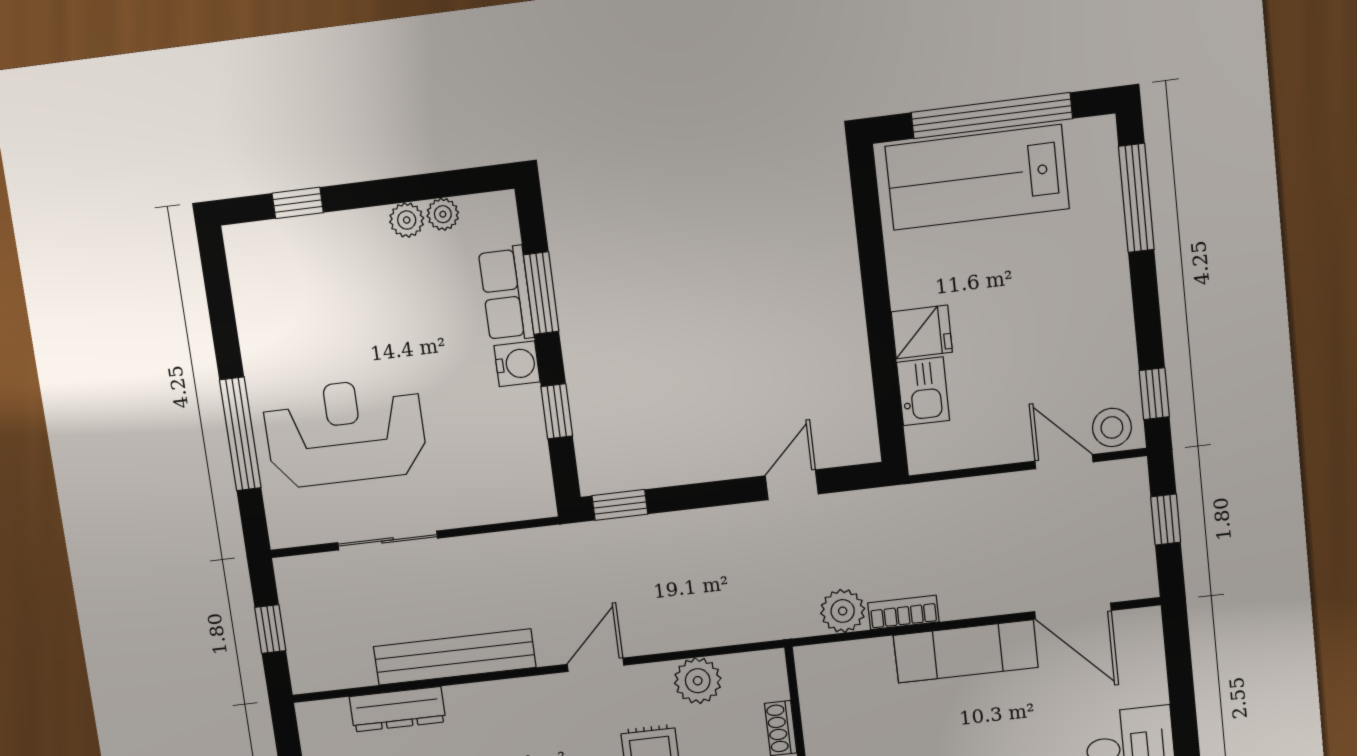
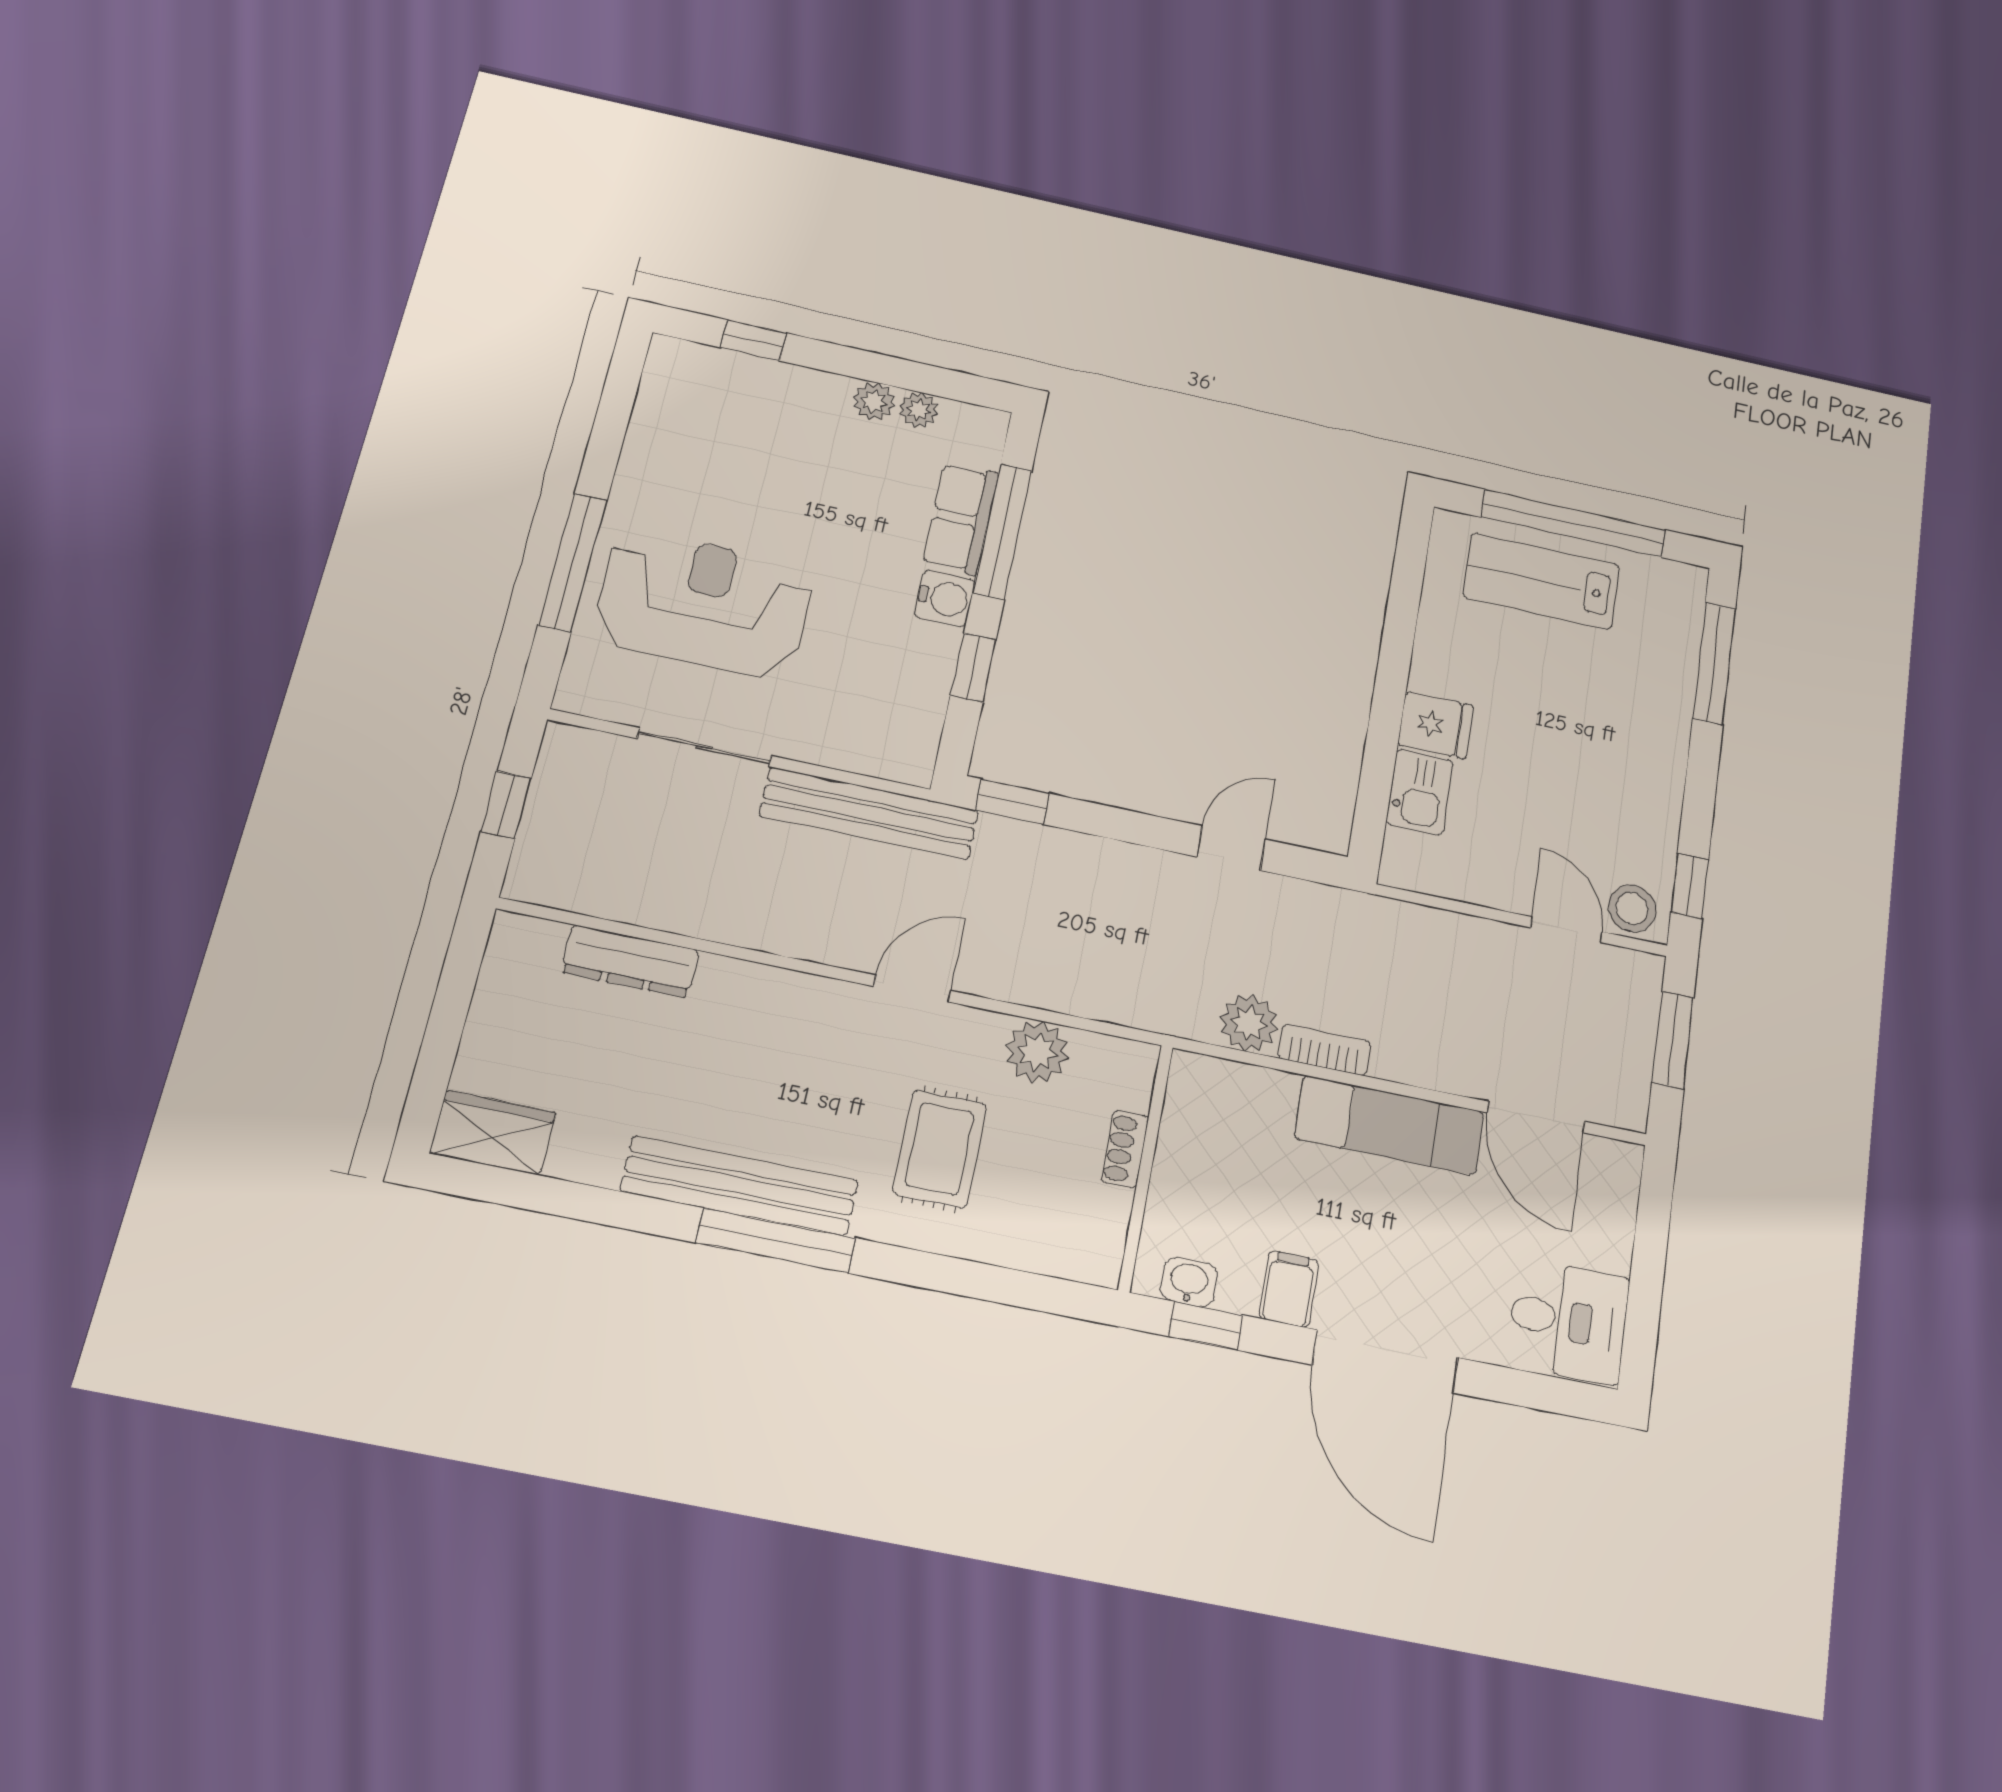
lab bench: (977, 177) -> (1541, 581), width x0.73, depth x0.72
window: (541, 293) -> (1002, 532), width x1.44
window: (1166, 520) -> (1673, 1040), width x1.50
bench: (455, 657) -> (869, 813), moved

